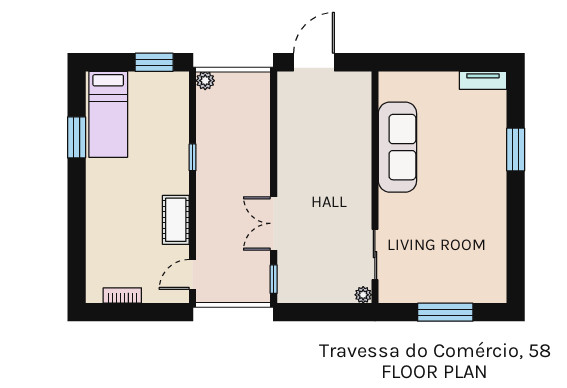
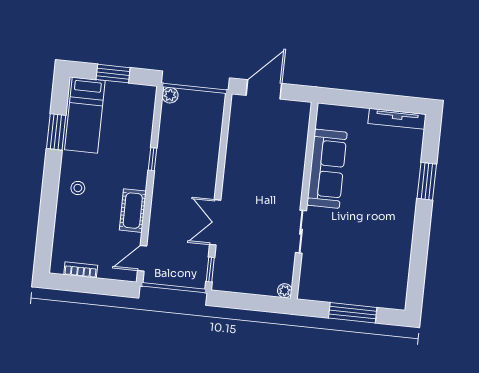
window: (154, 62) -> (113, 74), moved
tv unit: (483, 80) -> (397, 119), width x1.41
stool: (109, 200) -> (78, 188), added
sliding door: (375, 255) -> (301, 232), moved

